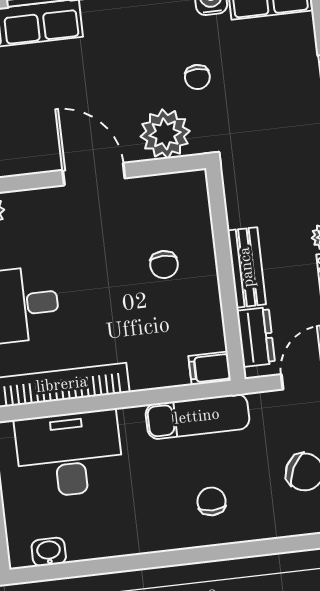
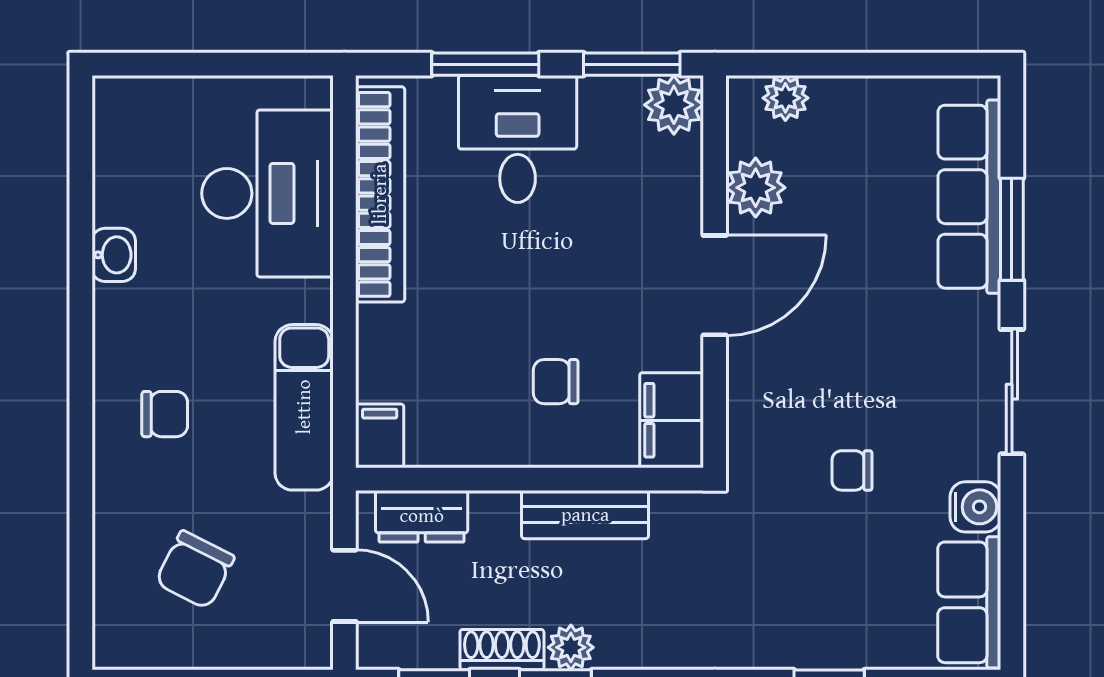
plant: (165, 134) -> (756, 188), moved, width x0.73, depth x0.73
filing cabinet: (179, 191) -> (672, 420), added
bench: (247, 267) -> (585, 515), moved
washbasin: (49, 552) -> (114, 255), moved

